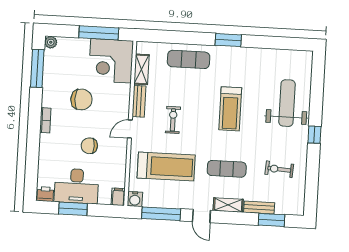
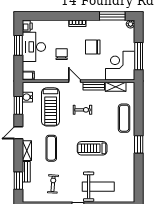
chair: (81, 99) -> (93, 47), turned 90
water cooler: (135, 199) -> (27, 97), moved
window: (161, 214) -> (18, 105), width x0.69

